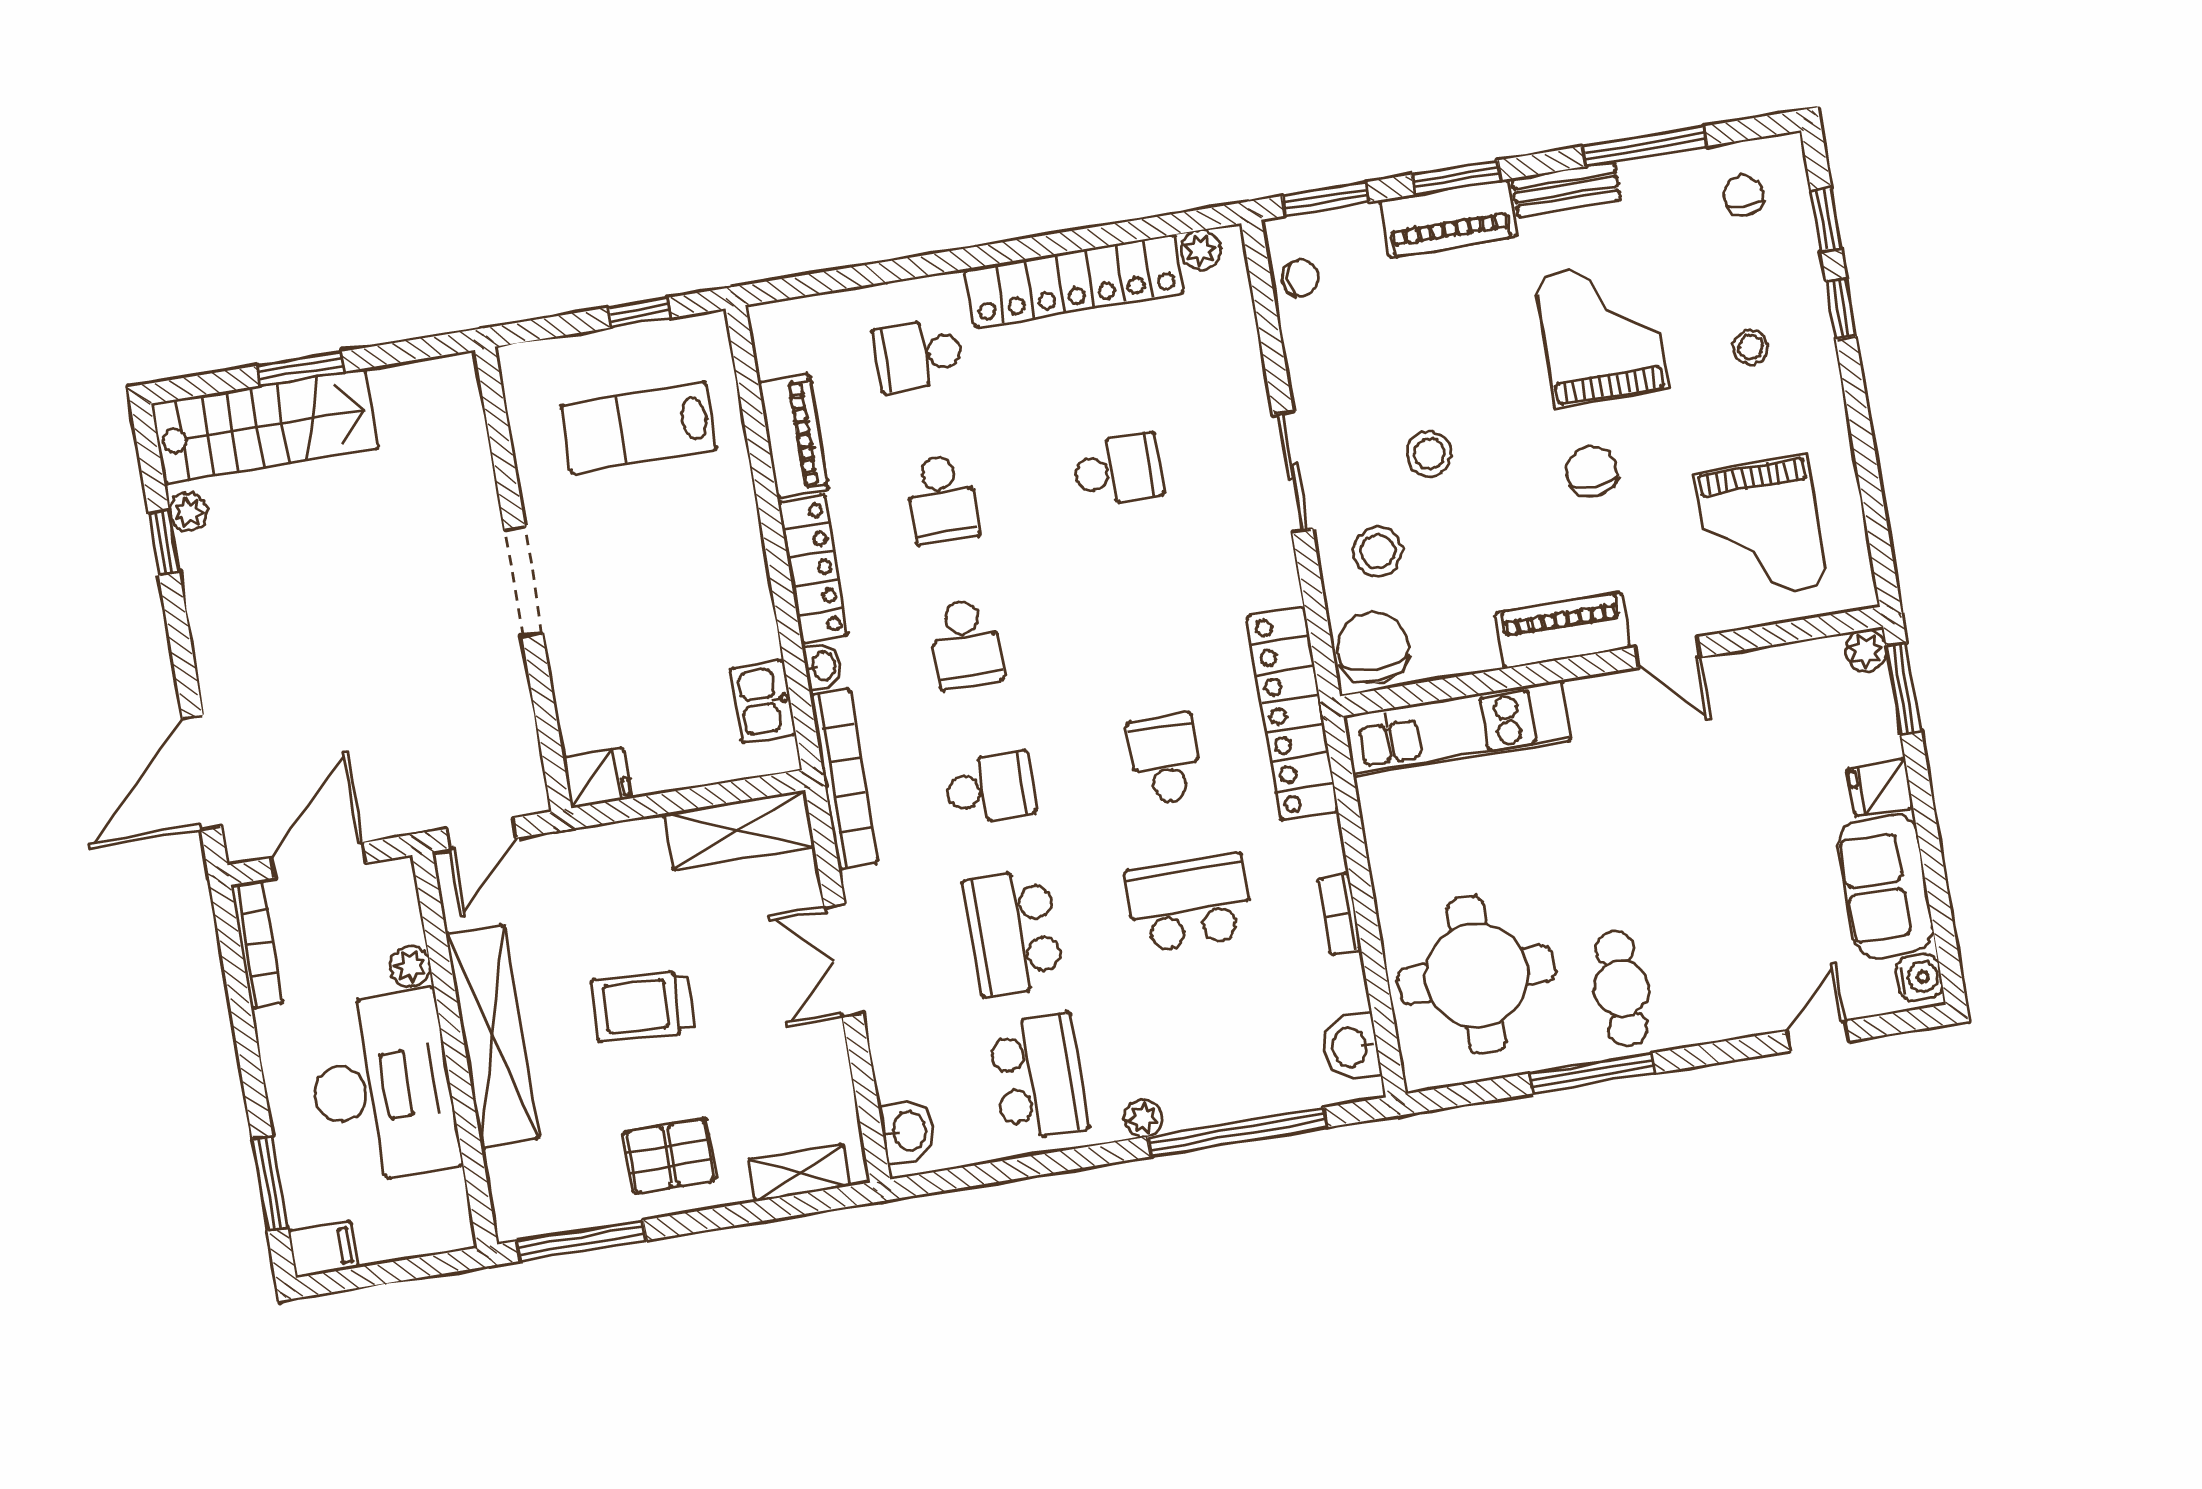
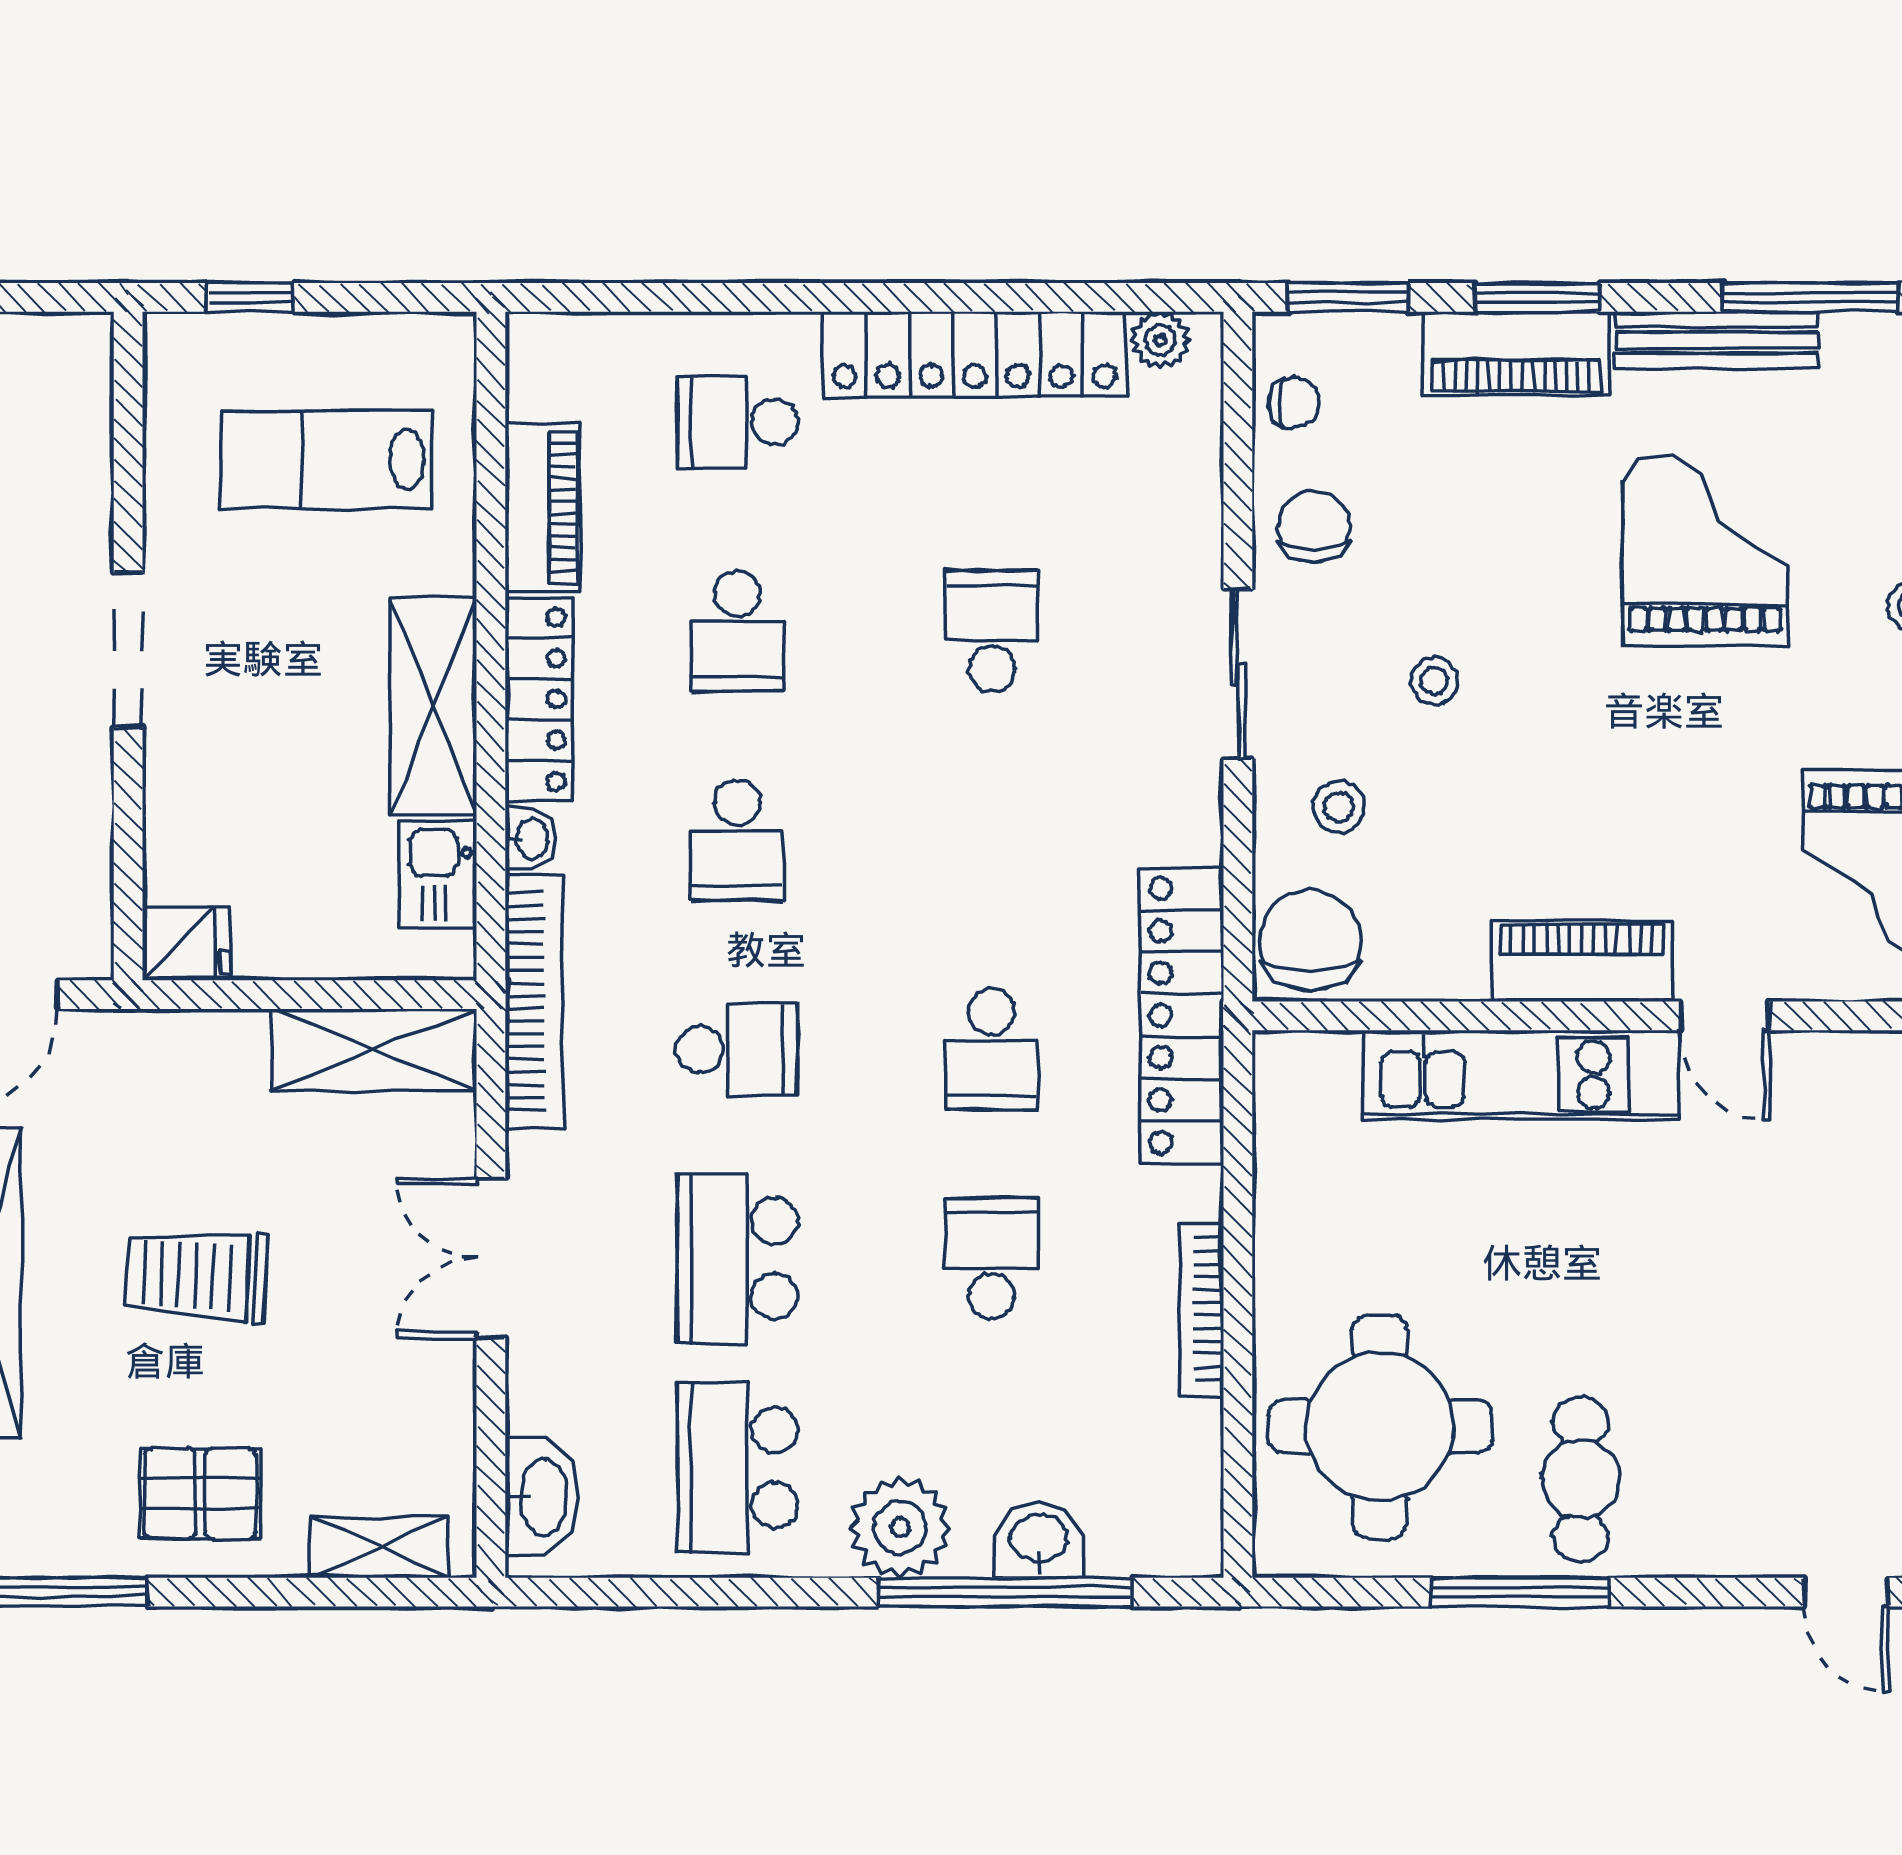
bench: (1566, 189) -> (1717, 340), width x1.36
window: (640, 313) -> (251, 297), moved
stool: (1429, 454) -> (1434, 681), width x0.73, depth x0.73
school desk: (1118, 470) -> (992, 631), turned -90
chair: (1592, 471) -> (1314, 527), moved
stool: (1377, 552) -> (1339, 807), width x0.73, depth x0.73
shelving: (741, 586) -> (433, 706), added
kitchen unit: (1457, 729) -> (1521, 1075), moved
school desk: (1165, 759) -> (992, 1049), turned 180
school desk: (1189, 903) -> (992, 1258), width x0.54
bookcase: (1340, 914) -> (1201, 1309), width x1.56
door: (1817, 1036) -> (1846, 1592), swing flipped
washbasin: (1351, 1047) -> (1039, 1540), moved, turned 90
school desk: (1038, 1077) -> (737, 1468), turned 180
plant: (1143, 1118) -> (900, 1527), width x1.87, depth x1.87
washbasin: (908, 1131) -> (542, 1497), width x1.38

